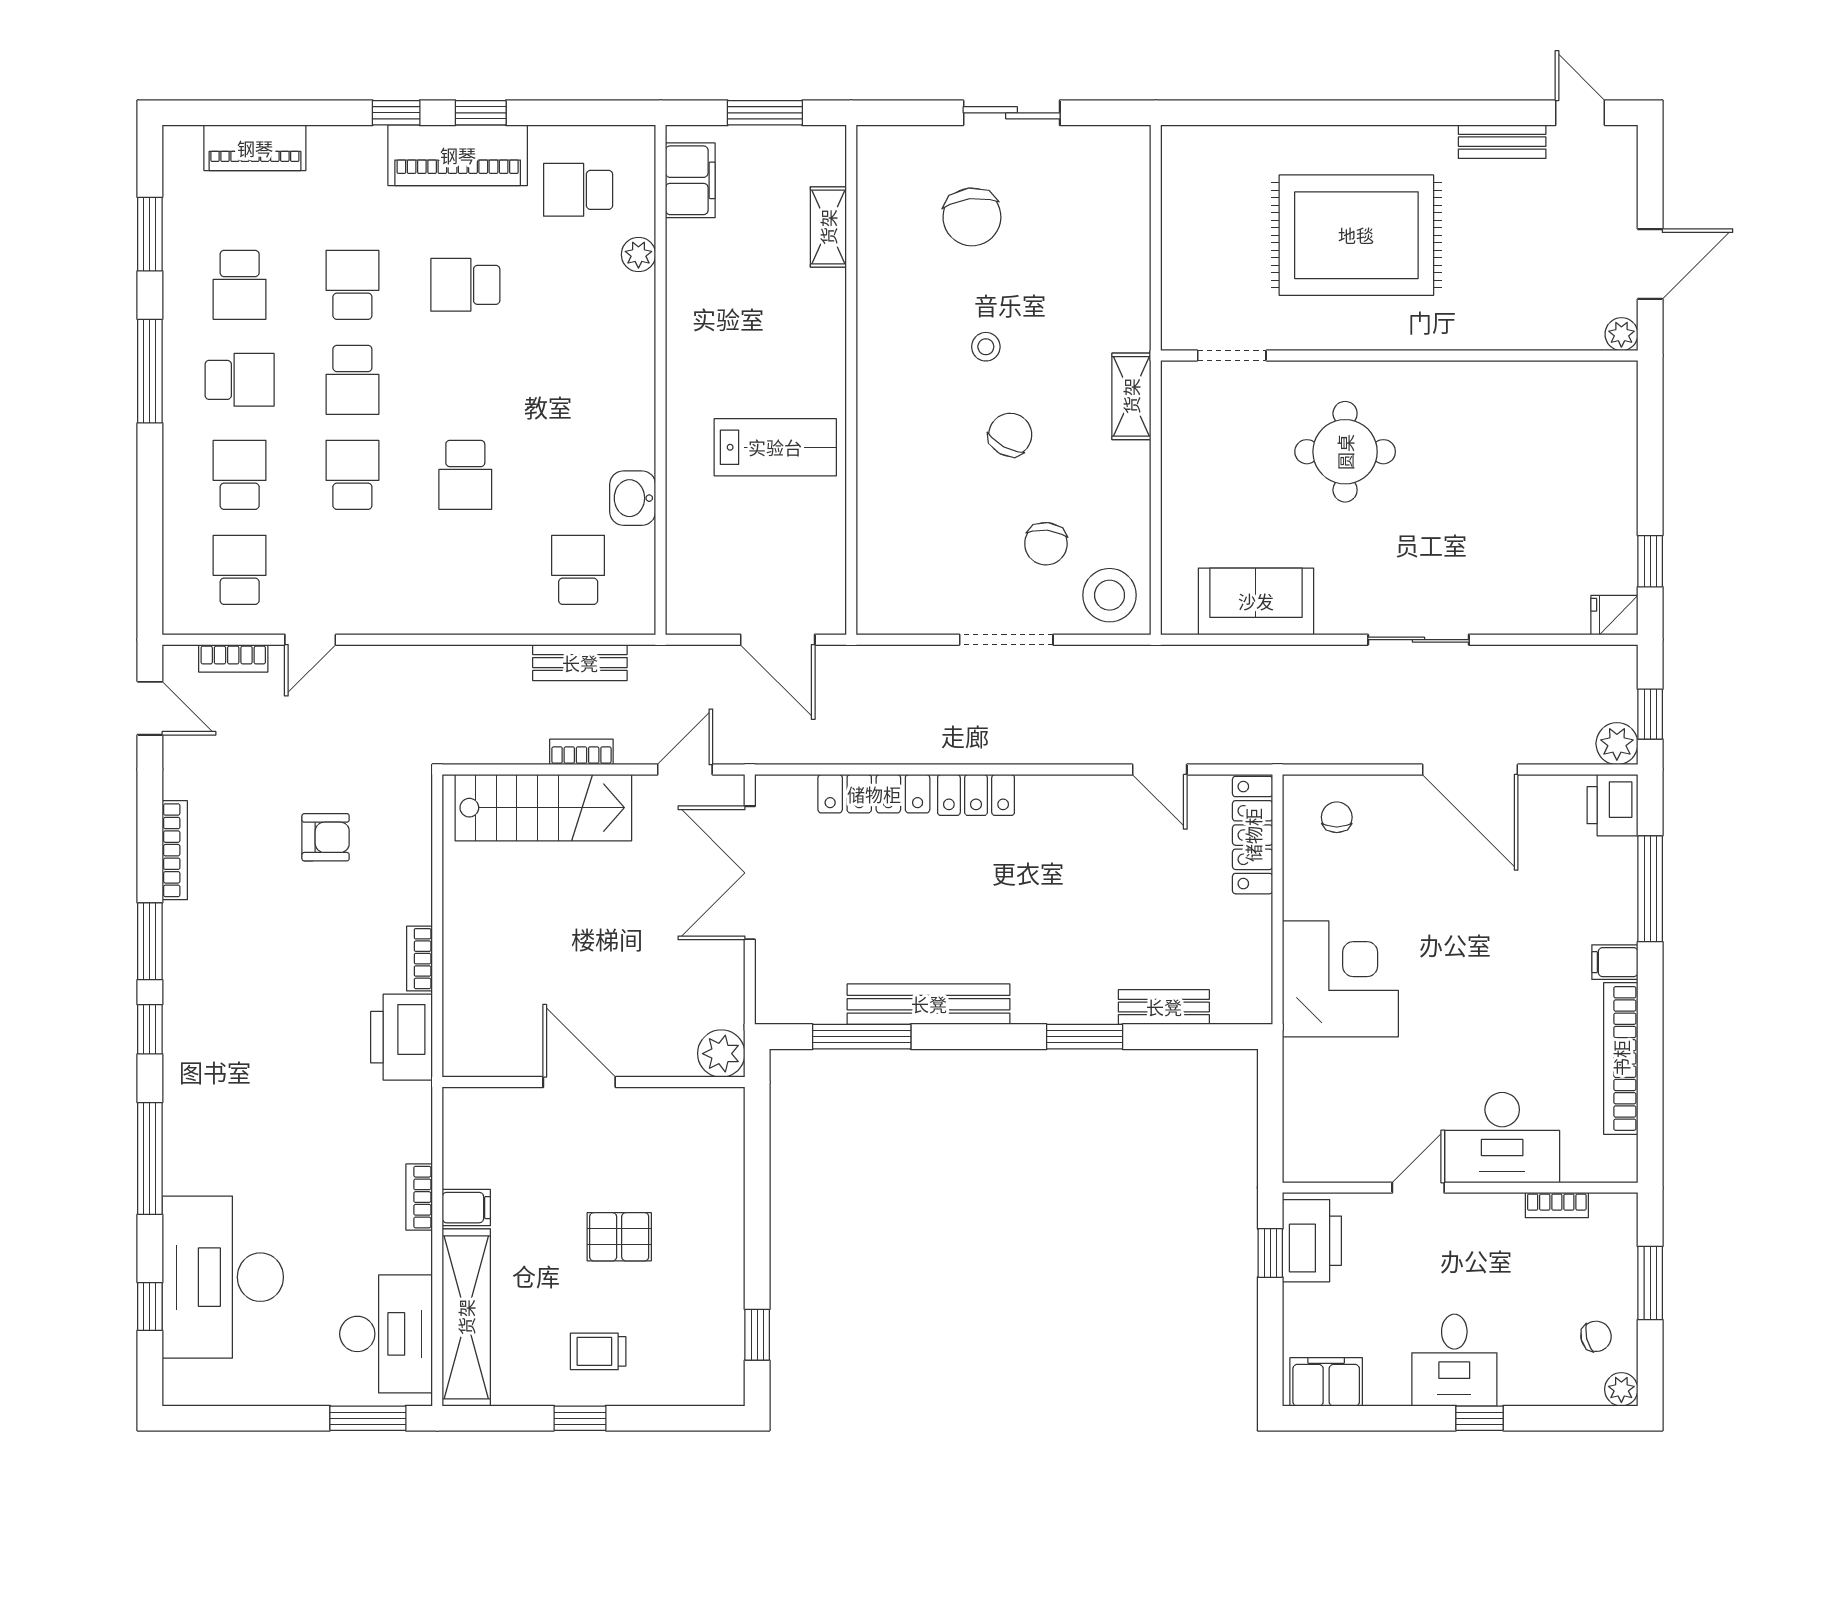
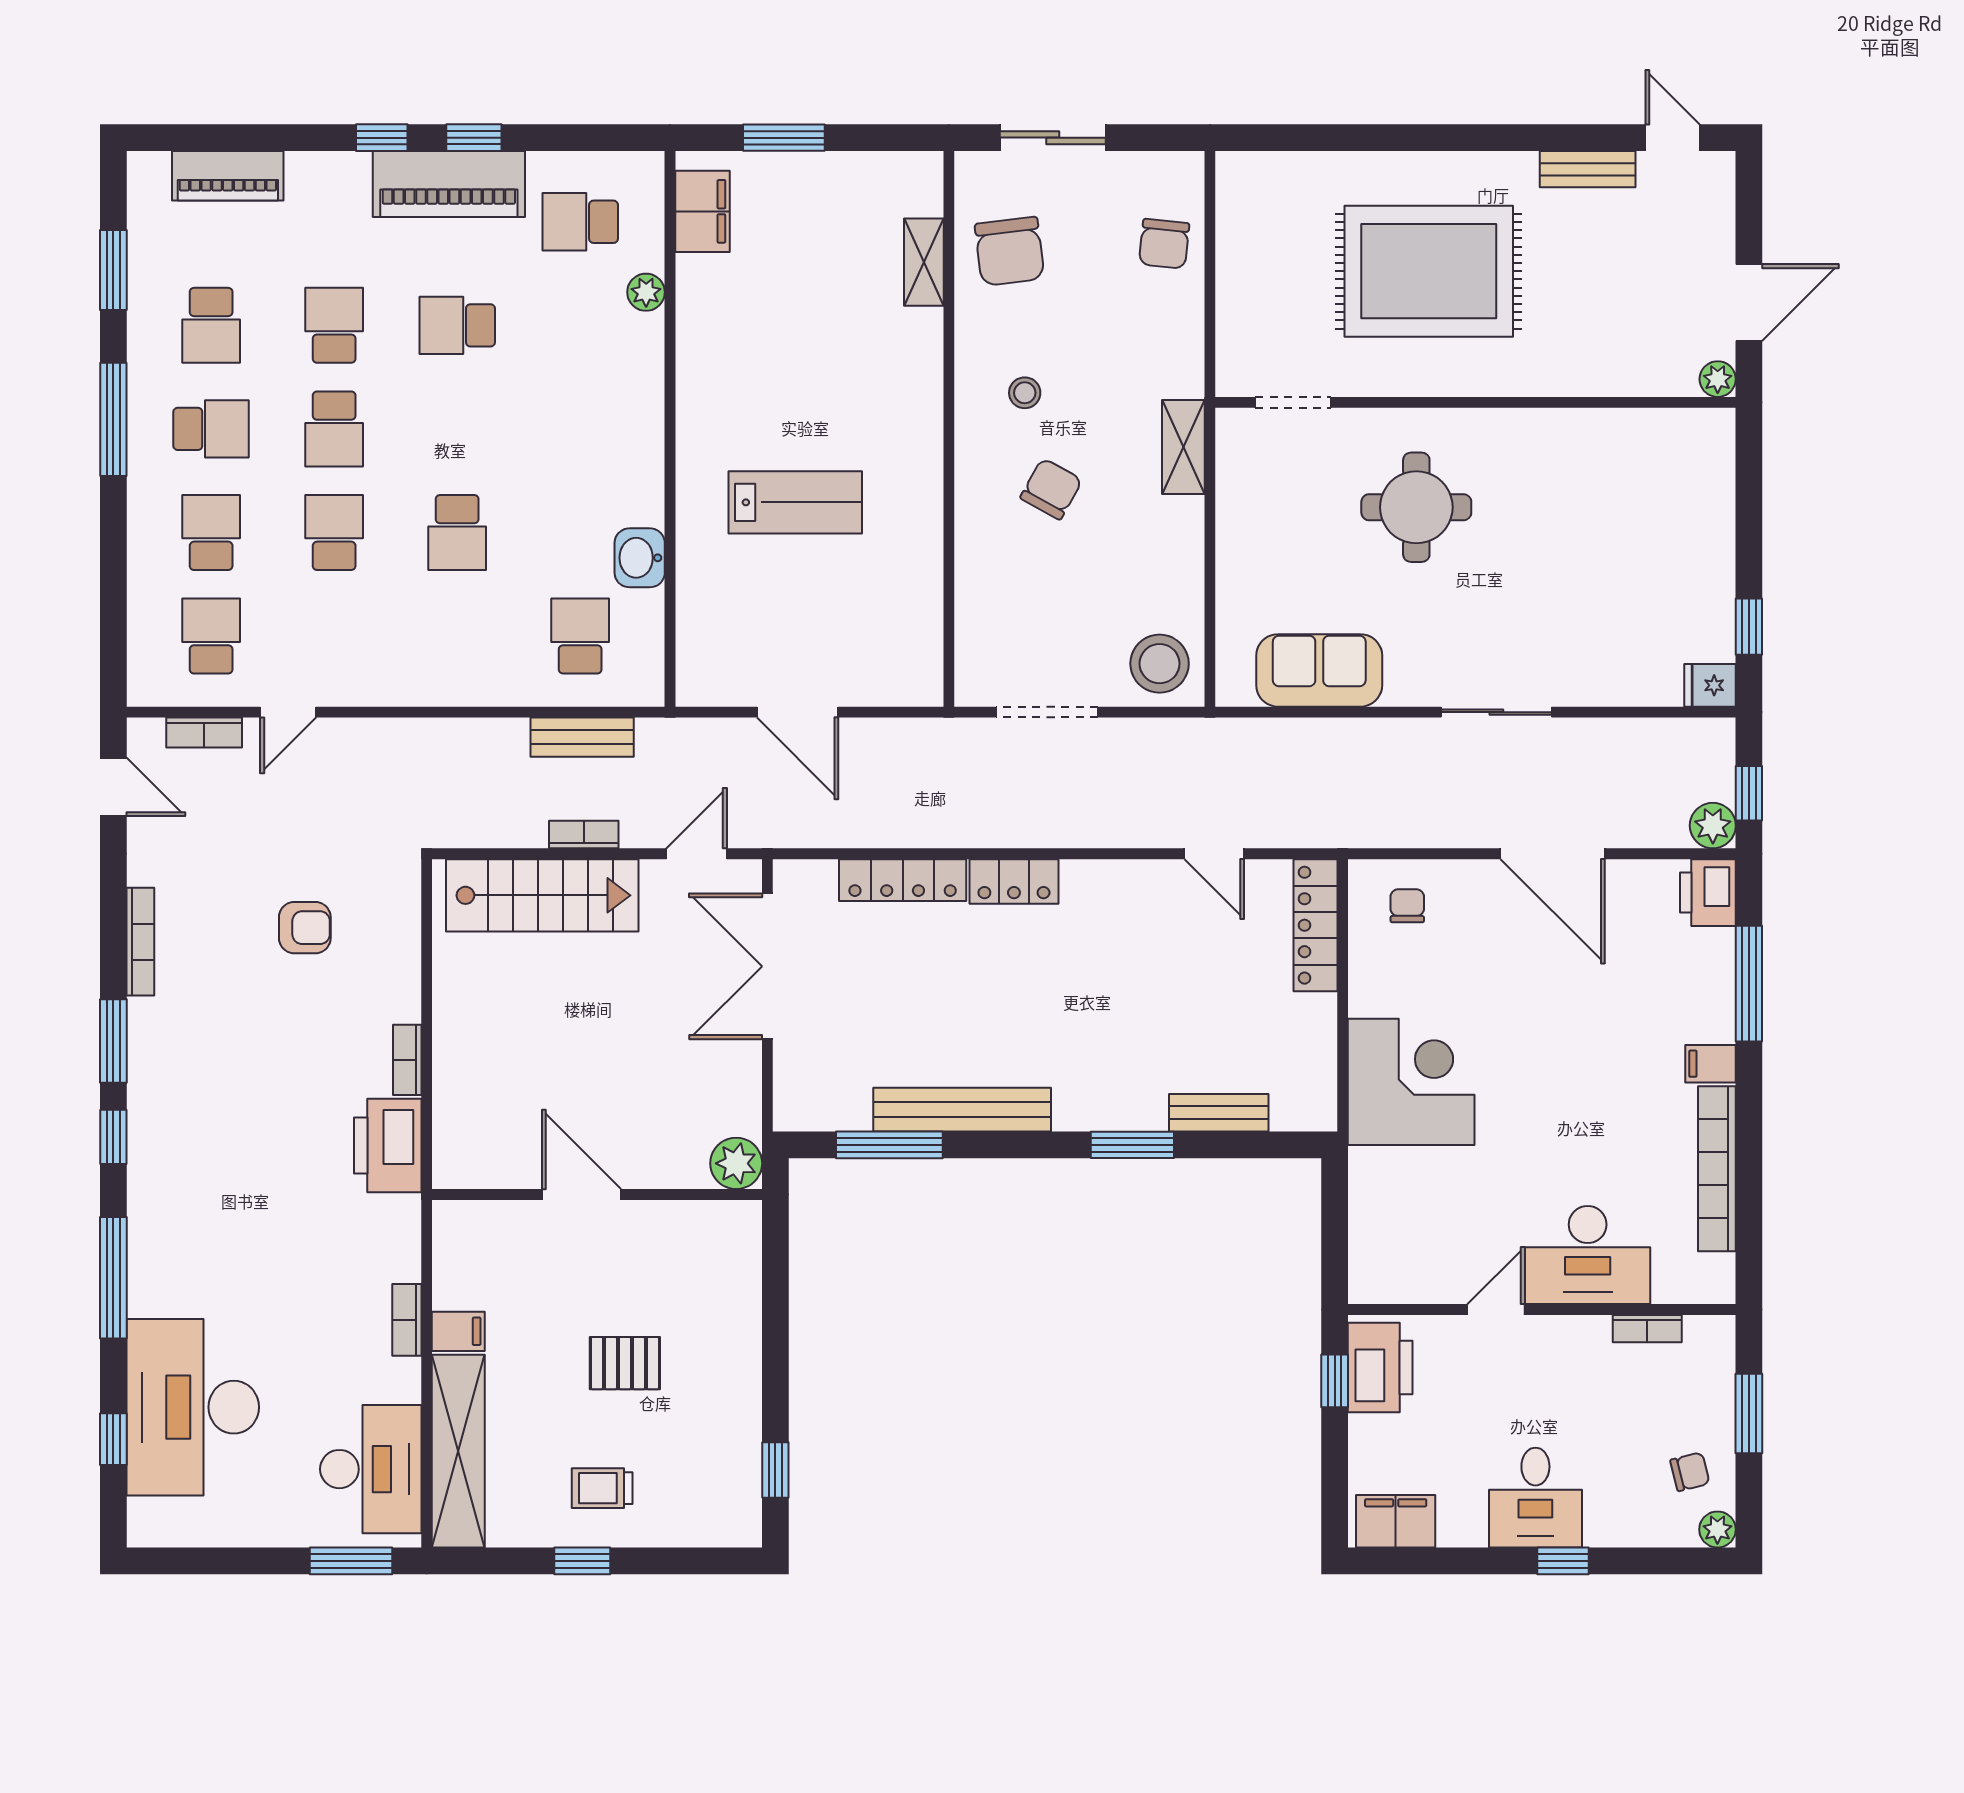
shelving: (828, 227) -> (924, 262), moved
wall: (851, 380) -> (949, 429), moved
chair: (1046, 544) -> (1164, 244), moved

